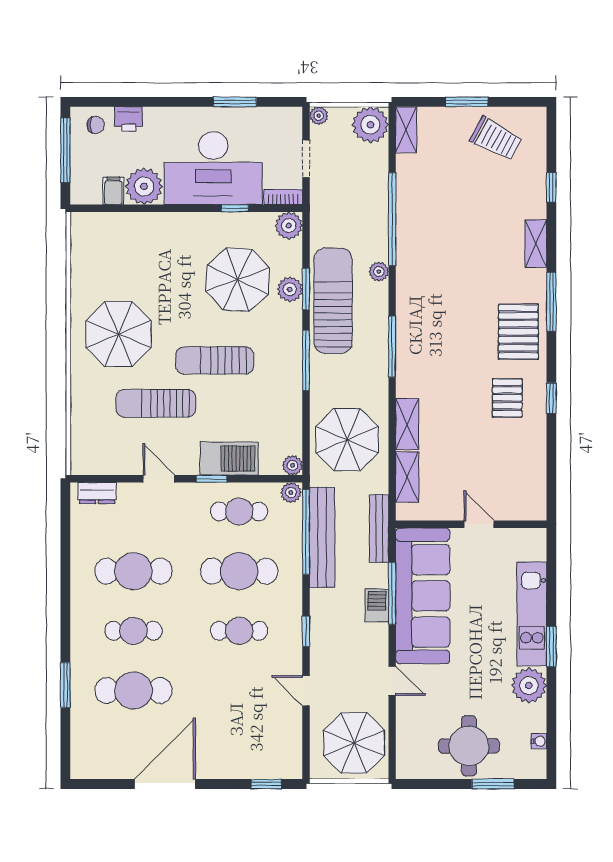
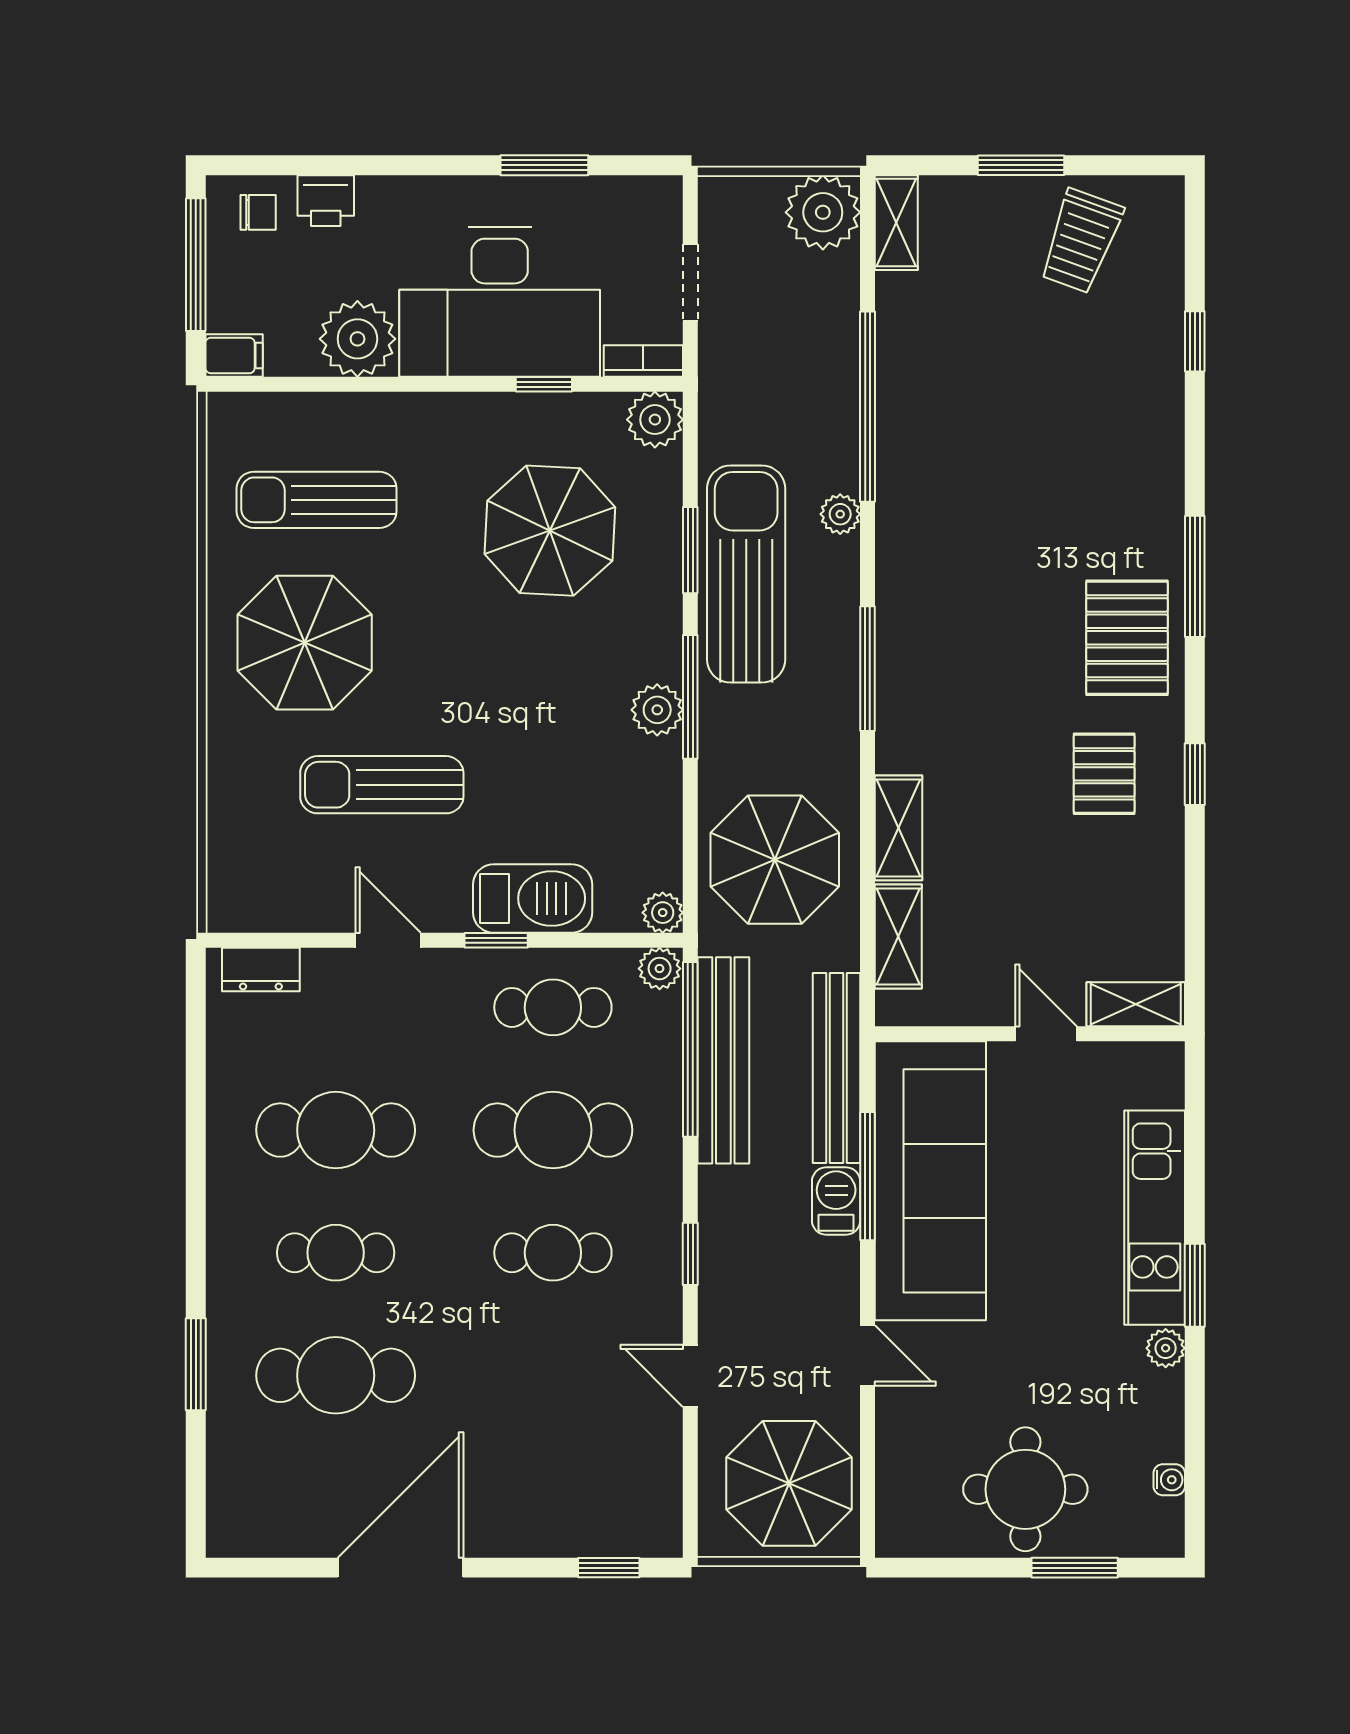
plant: (319, 116) -> (716, 194), removed
trolley: (496, 139) -> (1081, 241), turned 82
filing cabinet: (113, 191) -> (234, 355), moved, turned 90
shelving: (536, 244) -> (1136, 1004), moved, turned 90
plant: (290, 289) -> (657, 710), moved
sun lounger: (215, 360) -> (317, 500), moved
bench: (379, 529) -> (836, 1068), width x1.37, depth x1.21
plant: (529, 685) -> (1166, 1348), width x0.53, depth x0.53

